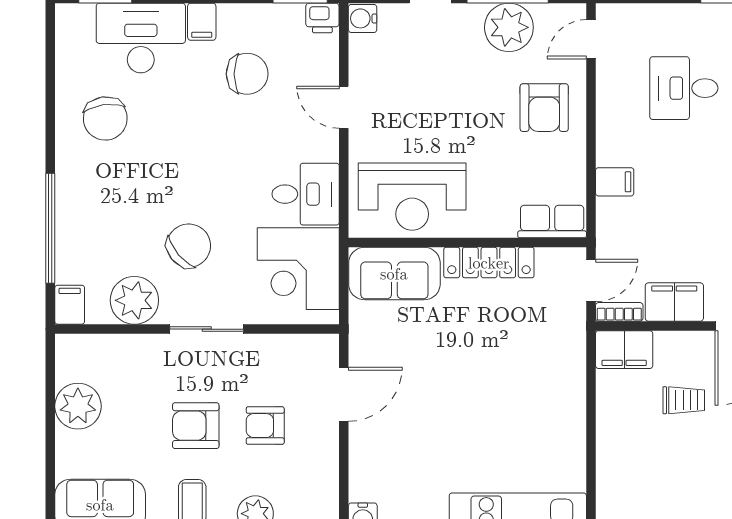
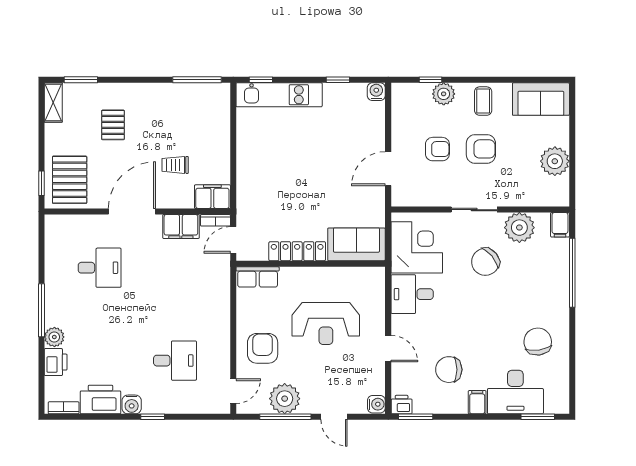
filing cabinet: (615, 182) -> (218, 302), removed
reception desk: (412, 197) -> (326, 323), moved, turned 180

